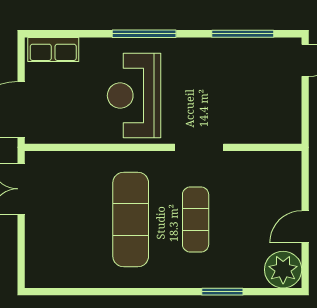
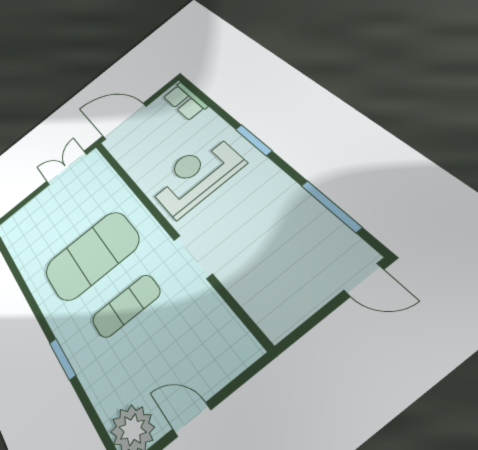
window: (144, 34) -> (253, 140), width x0.69
exercise mat: (131, 219) -> (92, 255), width x1.47
window: (222, 292) -> (63, 359), moved

